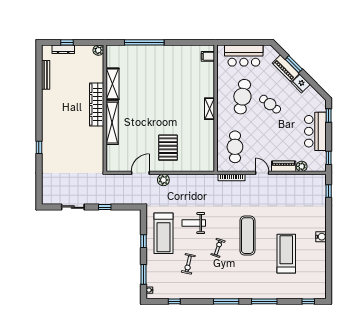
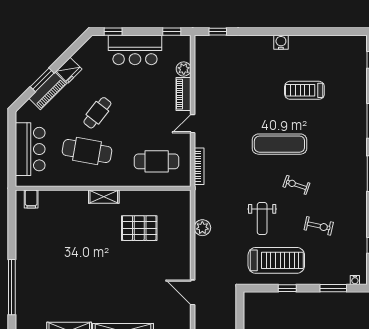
pallet: (168, 148) -> (139, 228), moved
plant: (163, 180) -> (202, 228), moved
treadmill: (286, 254) -> (304, 90), width x0.73, depth x0.73

